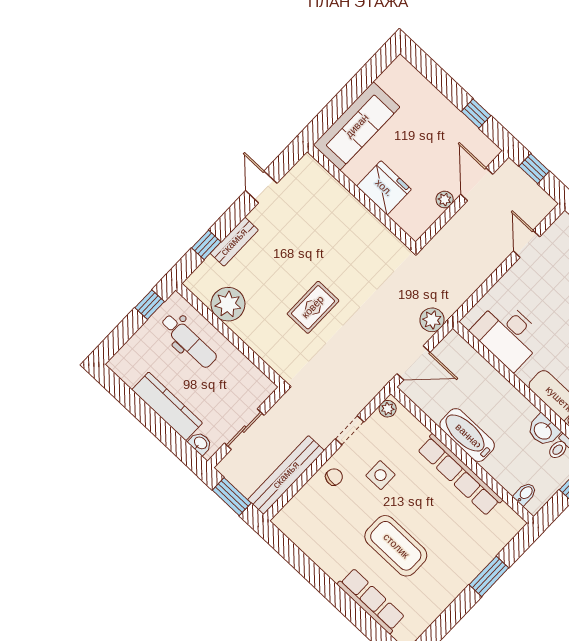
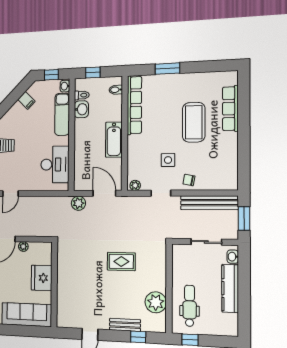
row of seats: (460, 475) -> (134, 105), moved

